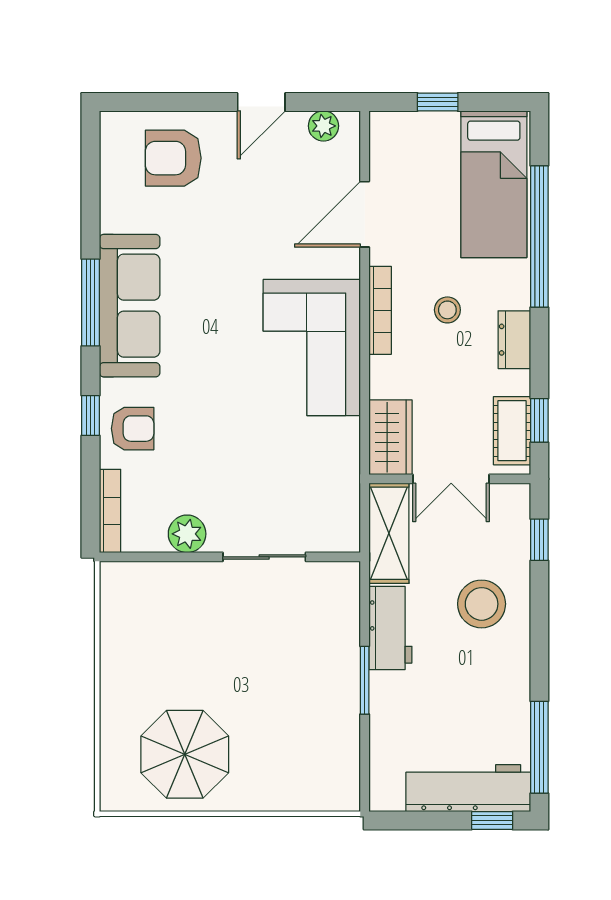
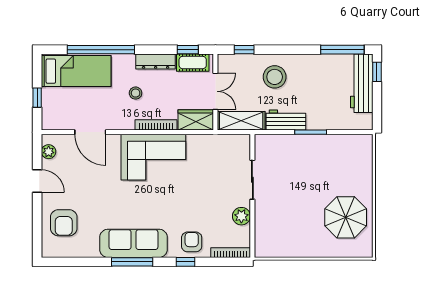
bookcase: (380, 310) -> (156, 125), moved
dresser: (514, 340) -> (156, 61), width x1.44

